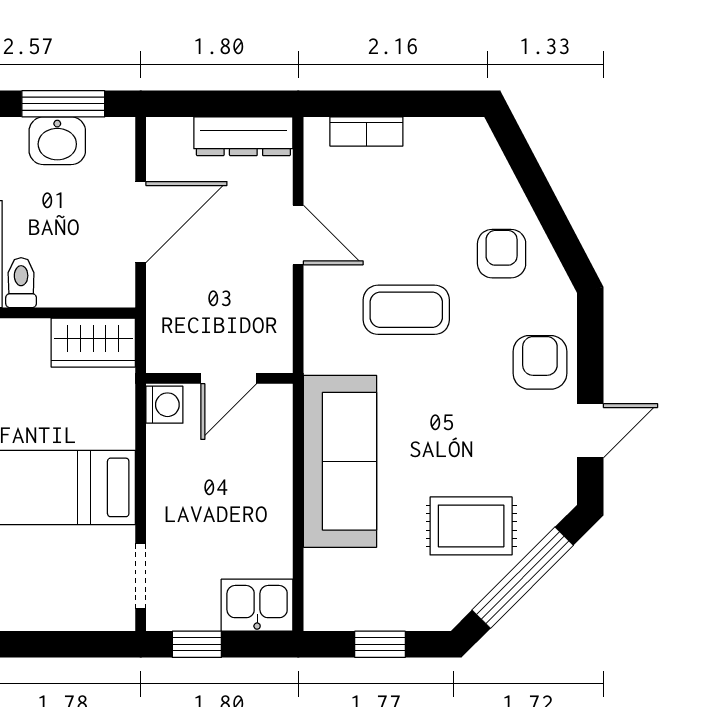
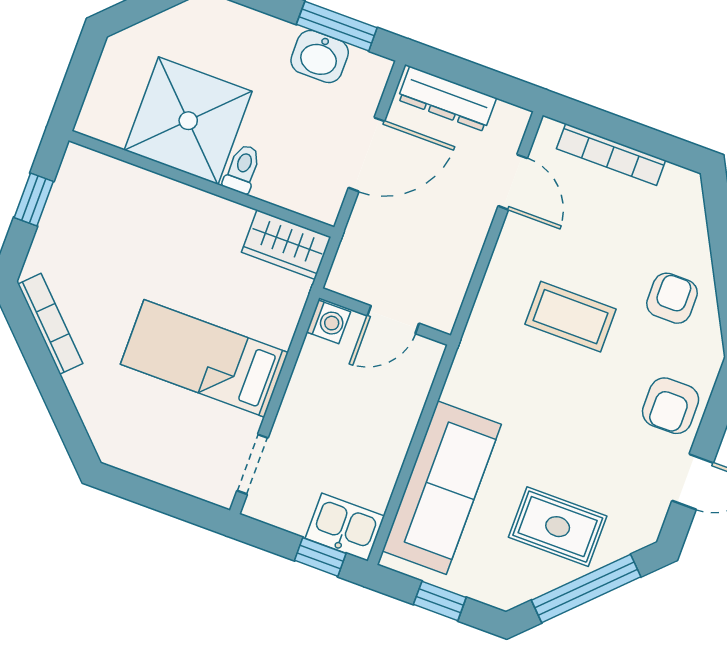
bookcase: (366, 132) -> (611, 155), width x1.56
dresser: (243, 136) -> (447, 99), moved
door: (298, 235) -> (513, 182), moved
armchair: (540, 362) -> (671, 406), turned 180
sofa: (340, 461) -> (442, 488), moved
window: (197, 644) -> (320, 557), moved

